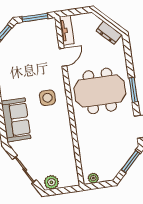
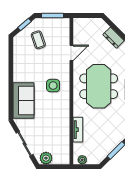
tv unit: (67, 30) -> (78, 130), moved
coffee table: (23, 48) -> (38, 40), added
meeting table: (100, 91) -> (99, 86), turned 90

